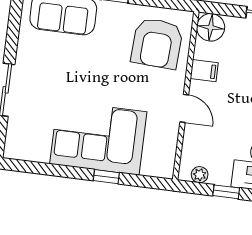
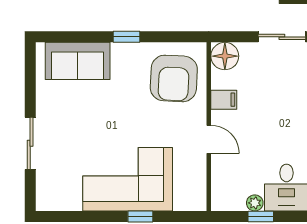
plant: (200, 175) -> (255, 203), moved

